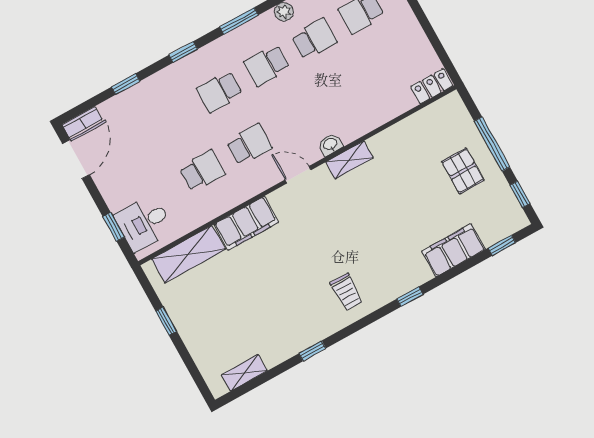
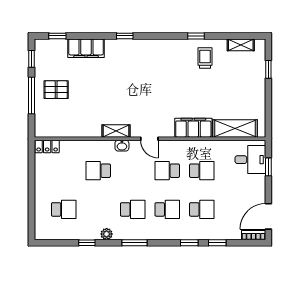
school desk: (314, 39) -> (98, 171), moved
window: (183, 52) -> (189, 243), moved
school desk: (172, 118) -> (202, 209), added
school desk: (202, 171) -> (202, 171), turned 180
pallet: (463, 171) -> (56, 90), turned 90
trolley: (347, 292) -> (205, 58), moved
window: (166, 321) -> (268, 69), moved

